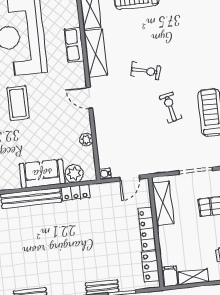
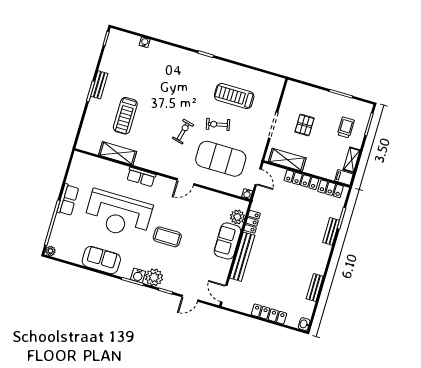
shelving: (96, 53) -> (154, 163), removed
exercise mat: (133, 127) -> (221, 159), added
plant: (86, 140) -> (216, 197), removed

